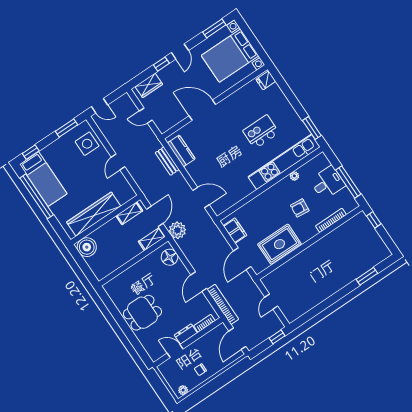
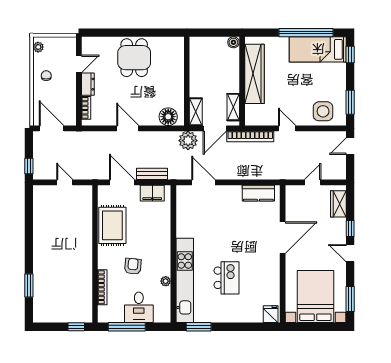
bench: (167, 161) -> (152, 174), moved
door: (201, 198) -> (203, 182), swing flipped
door: (155, 216) -> (215, 128), hinge flipped
boiler: (87, 247) -> (233, 42), width x0.54, depth x0.54
bookcase: (223, 304) -> (250, 136), moved

